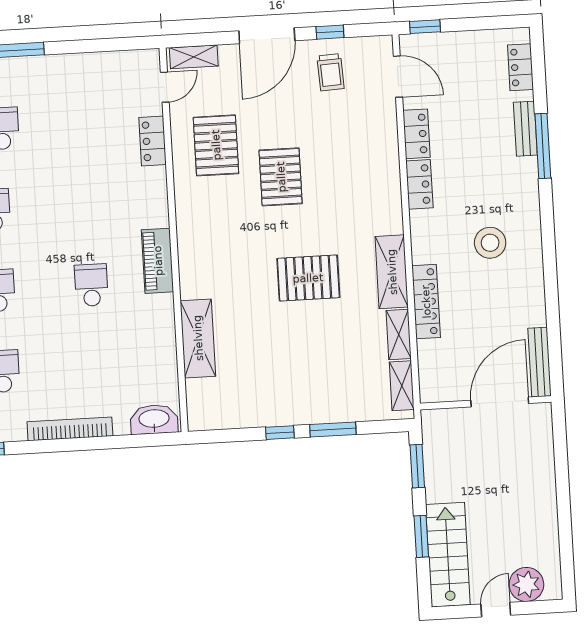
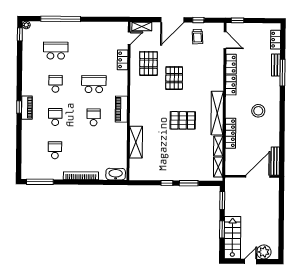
school desk: (87, 204) -> (94, 84), added
shelving: (392, 272) -> (217, 113), width x1.47

